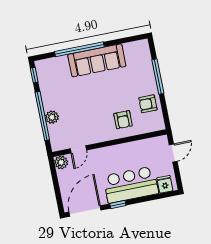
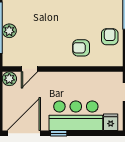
armchair: (148, 104) -> (110, 37), turned 90
armchair: (123, 120) -> (81, 48), turned 90

